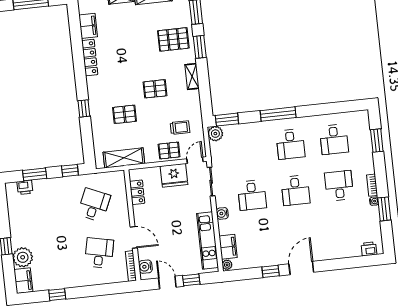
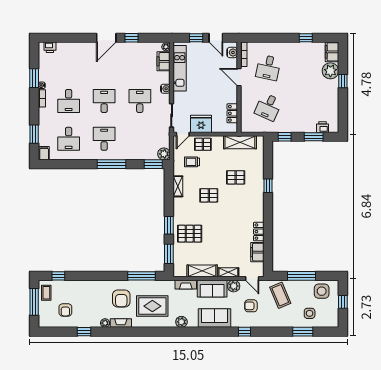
locker: (90, 58) -> (259, 232), width x0.66
shelving: (192, 76) -> (178, 186), moved
filing cabinet: (362, 118) -> (44, 153), added
desk: (334, 139) -> (69, 139), turned 180

